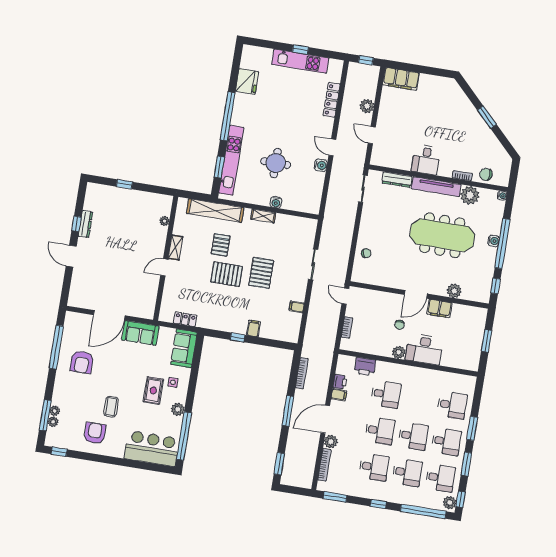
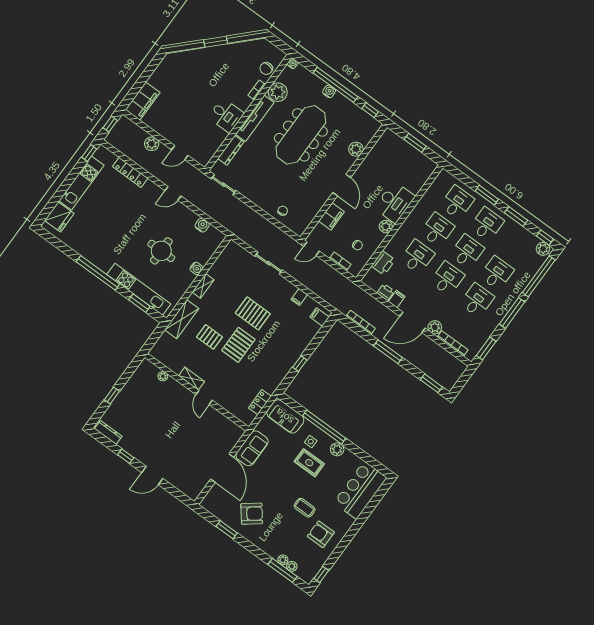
window: (300, 50) -> (89, 153), moved
fridge: (247, 81) -> (59, 217), moved, turned 90
water cooler: (321, 165) -> (202, 225), moved
shelving: (215, 210) -> (182, 319), width x0.68
dresser: (85, 224) -> (108, 432), moved
filing cabinet: (439, 308) -> (331, 216), moved
chair: (399, 325) -> (358, 245), moved
filing cabinet: (254, 328) -> (320, 317), moved
window: (56, 347) -> (227, 530), width x0.47
armchair: (82, 362) -> (252, 514), turned -38
door: (325, 419) -> (412, 322), hinge flipped
window: (184, 436) -> (324, 427), moved
desk: (440, 478) -> (437, 230), moved
window: (378, 504) -> (512, 313), width x2.17

